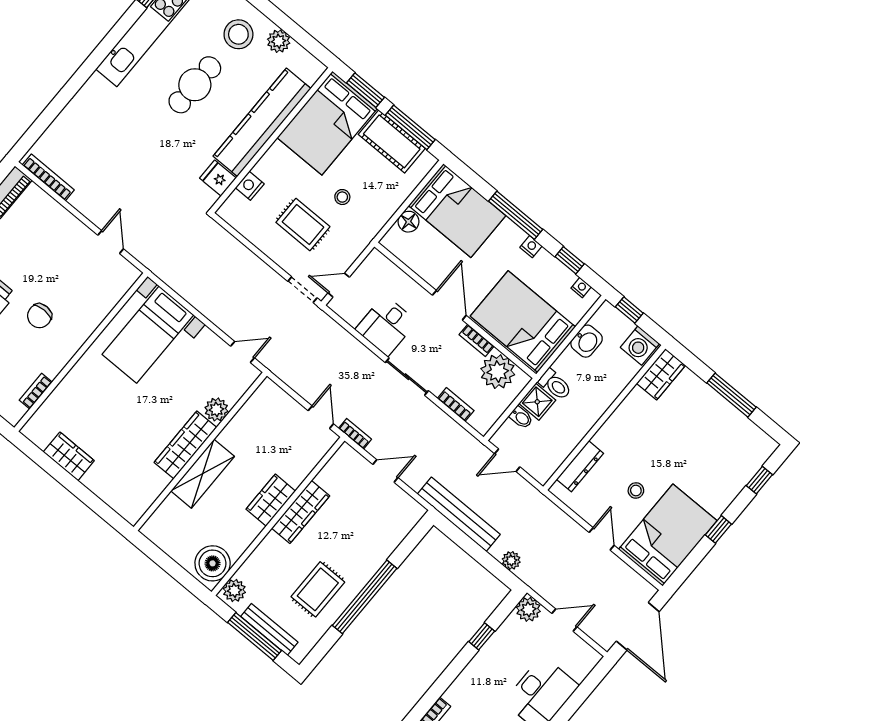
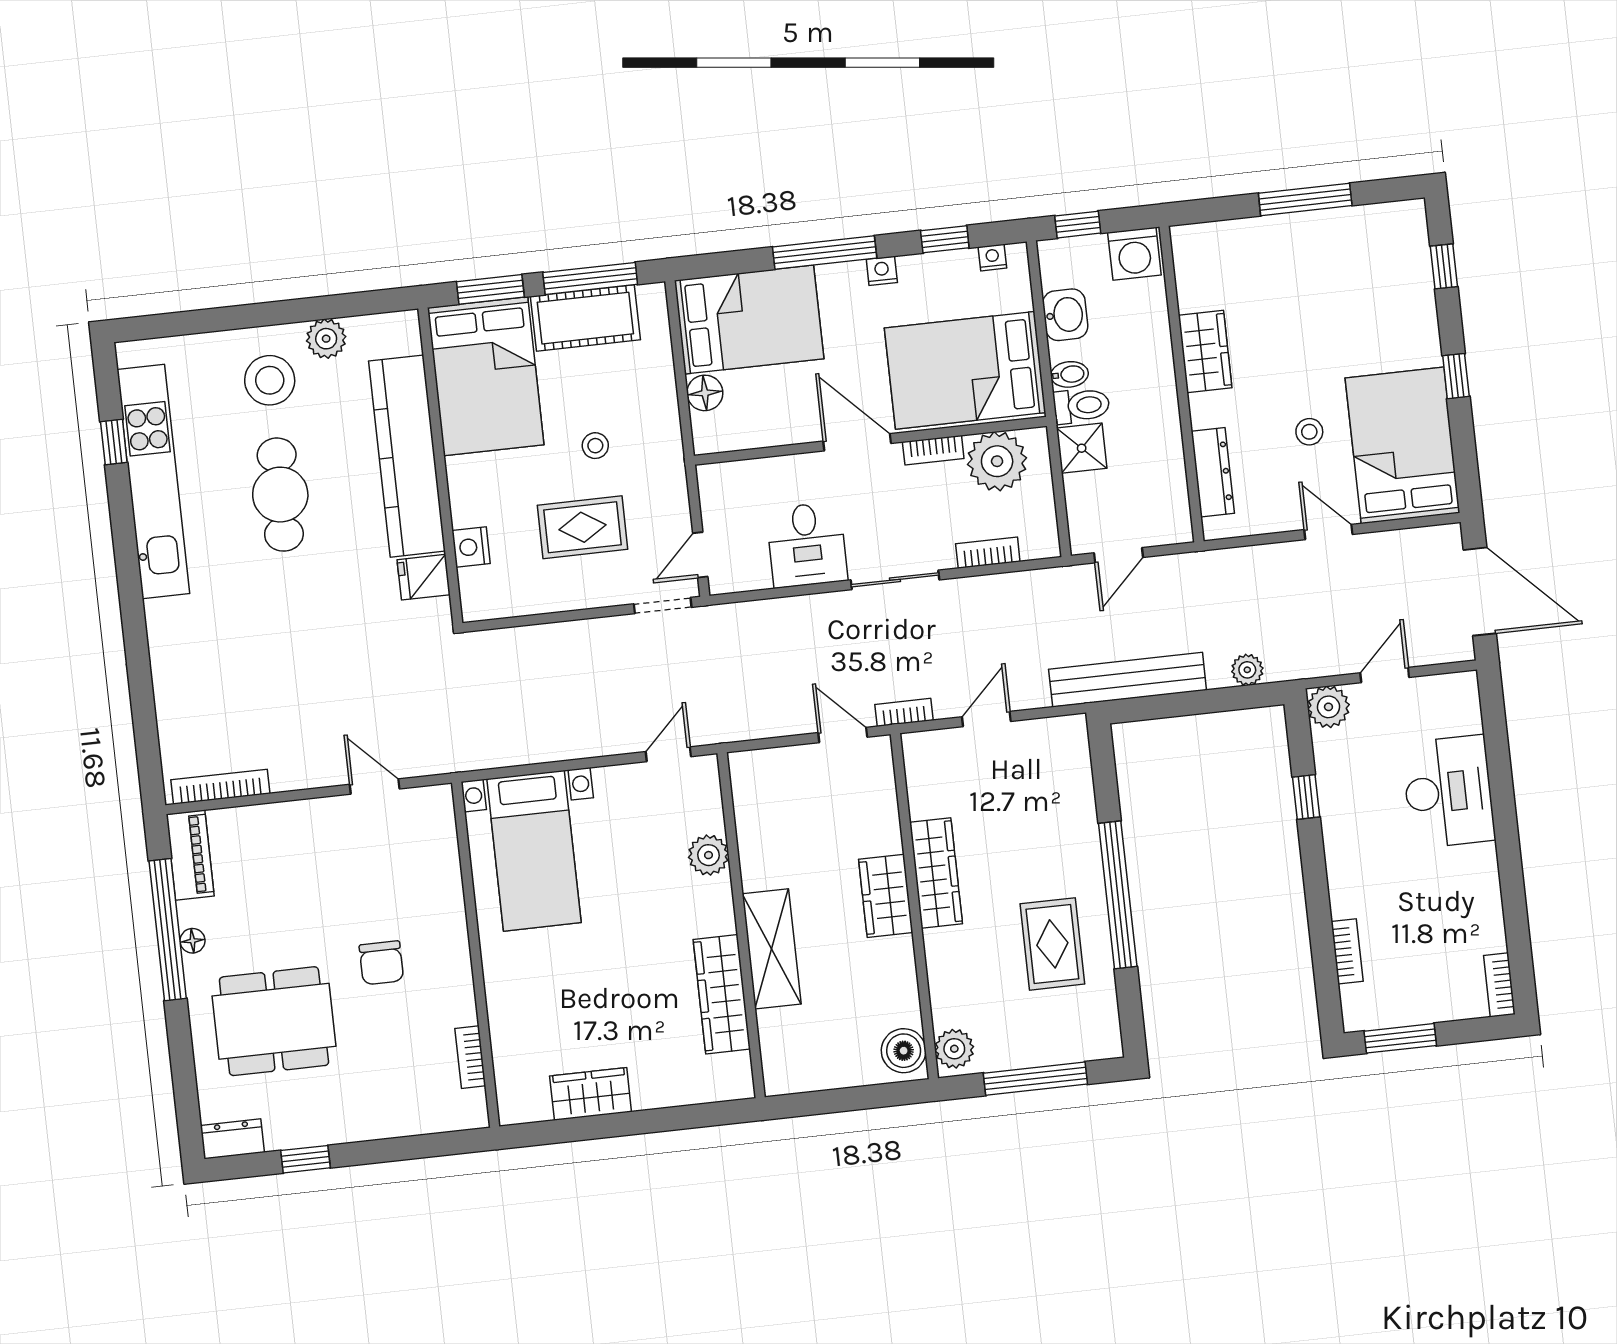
wardrobe: (661, 374) -> (1205, 352), moved
bidet: (521, 417) -> (1069, 374), moved
wardrobe: (185, 445) -> (722, 994), moved
boiler: (213, 563) -> (904, 1051), width x0.73, depth x0.73
bench: (269, 629) -> (1044, 1052), removed

